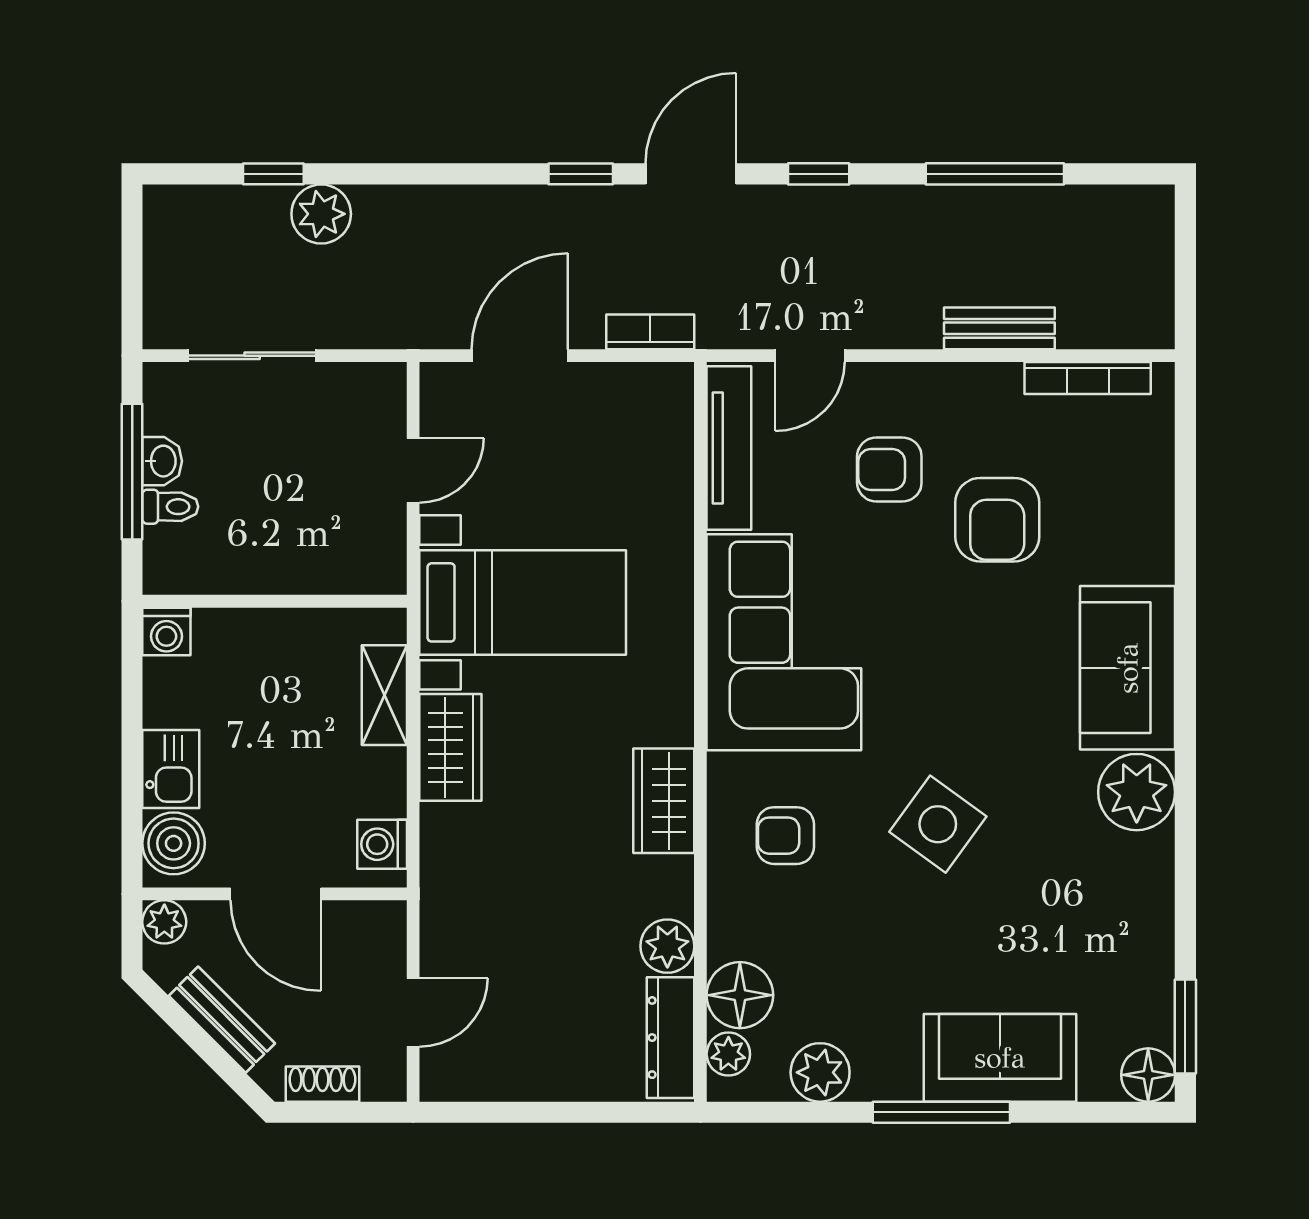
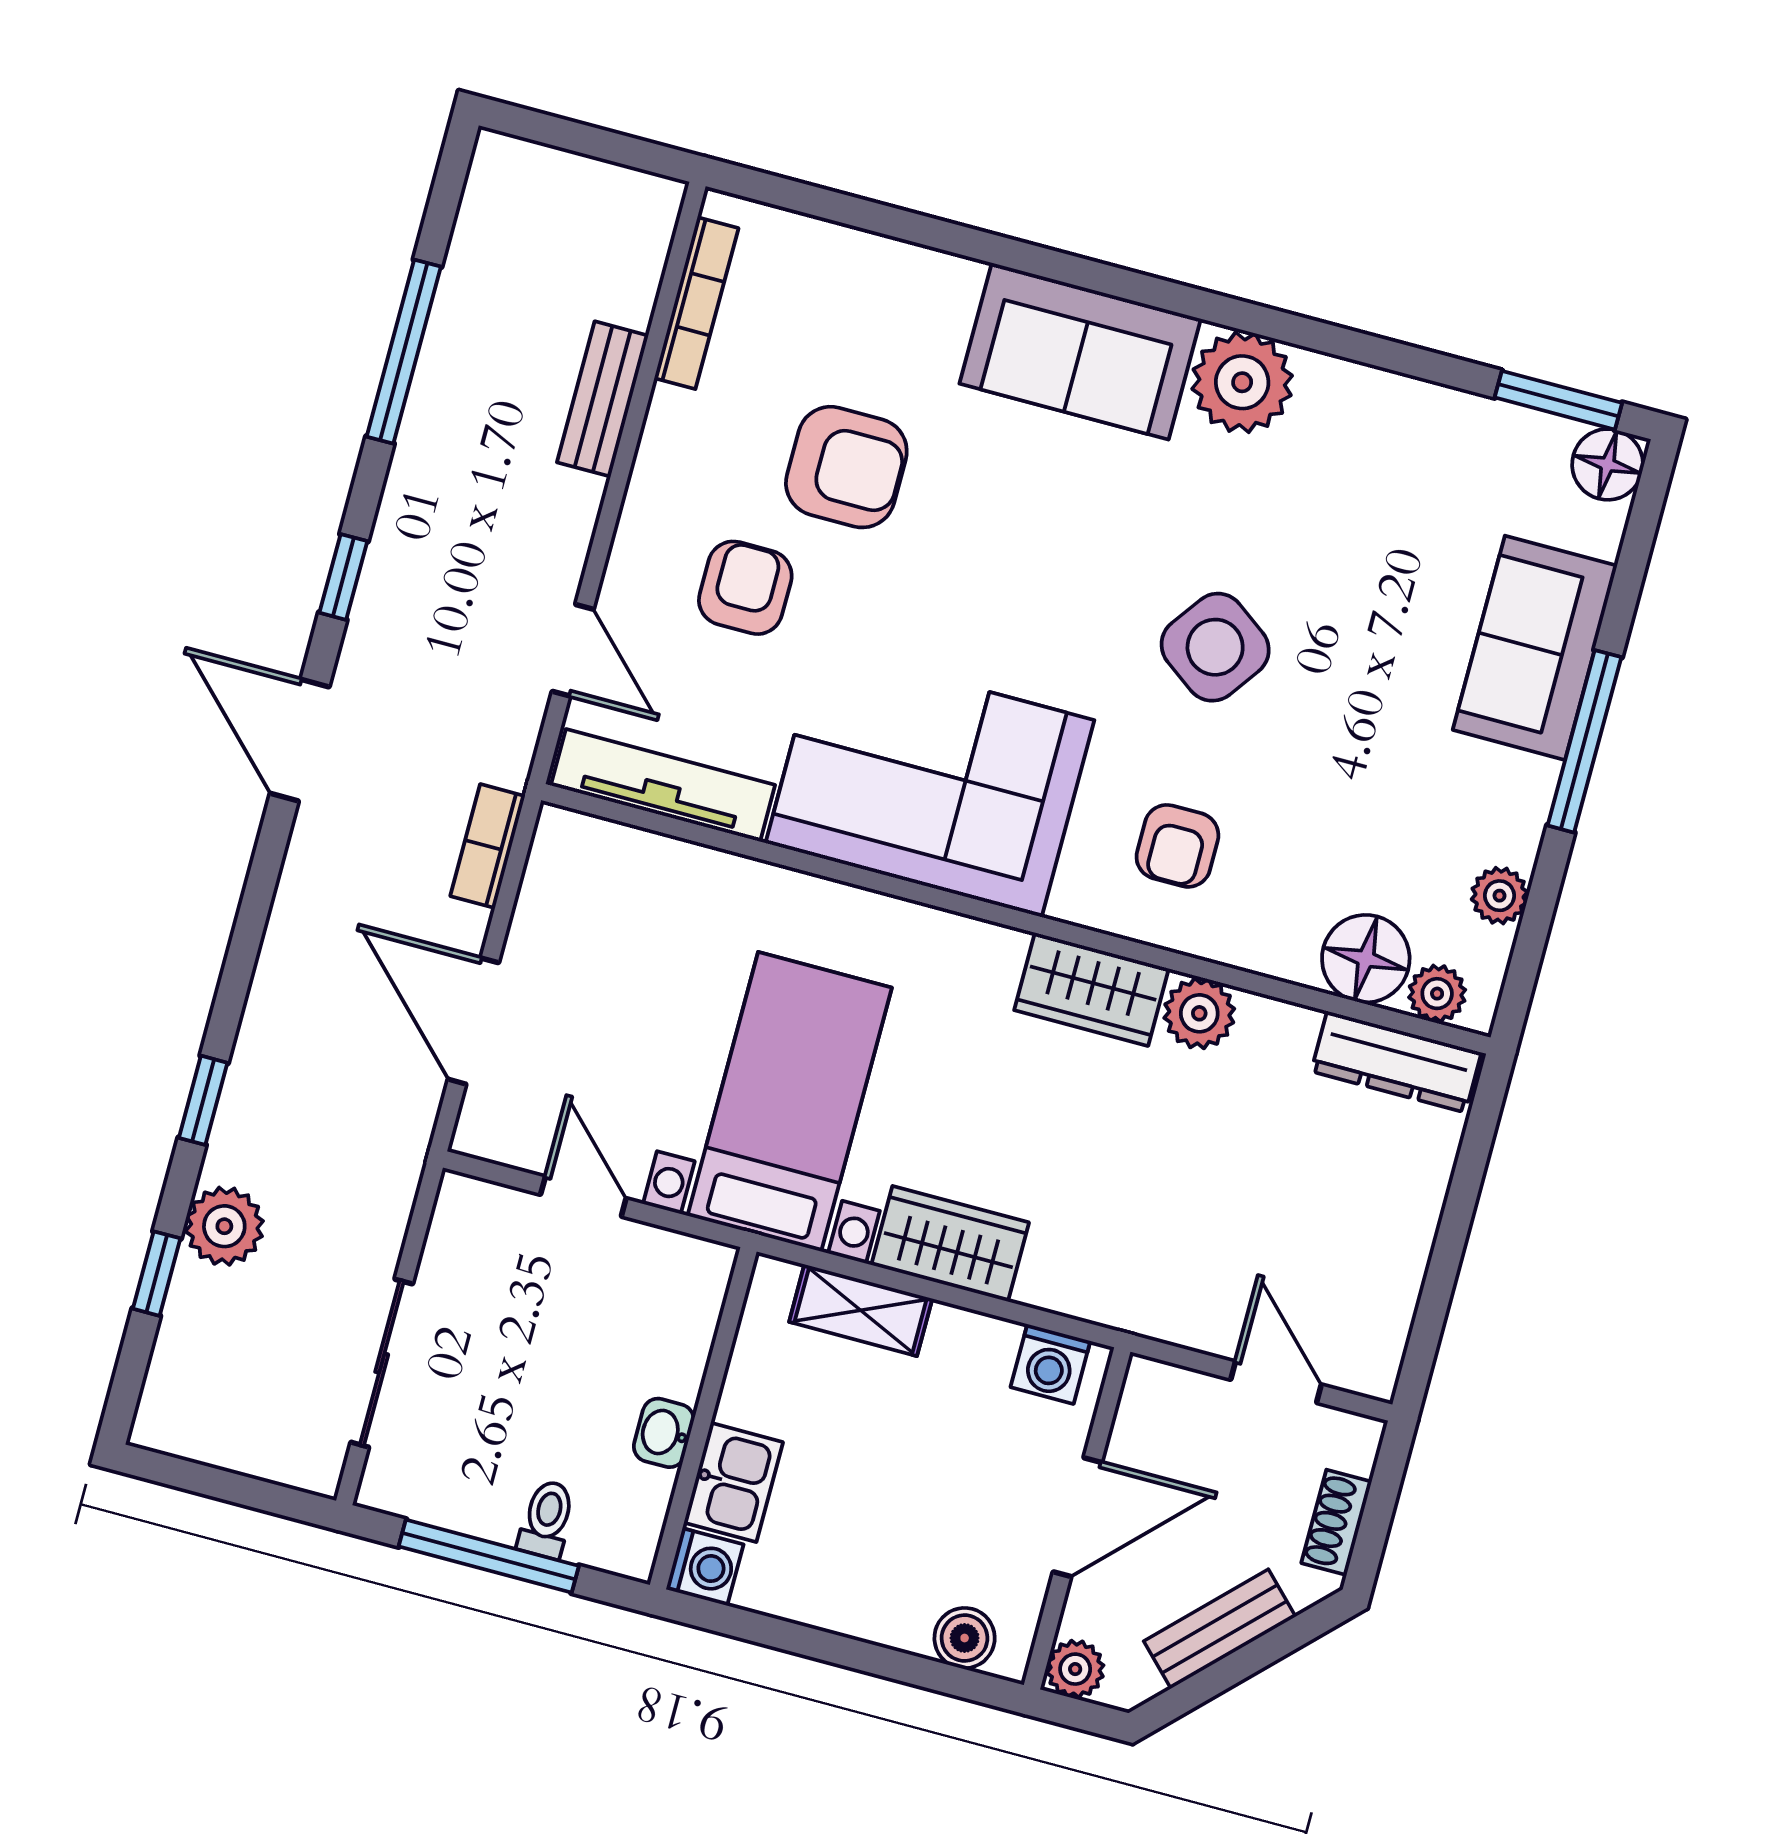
window: (581, 174) -> (203, 1100), moved
washbasin: (162, 461) -> (664, 1433), moved, turned -90
armchair: (889, 469) -> (745, 588), turned 180
kitchen sink: (171, 769) -> (733, 1482), moved, turned 90
boiler: (174, 843) -> (965, 1638), width x0.73, depth x0.73
plant: (667, 946) -> (1199, 1013), moved
plant: (820, 1072) -> (1499, 896), width x0.73, depth x0.73

